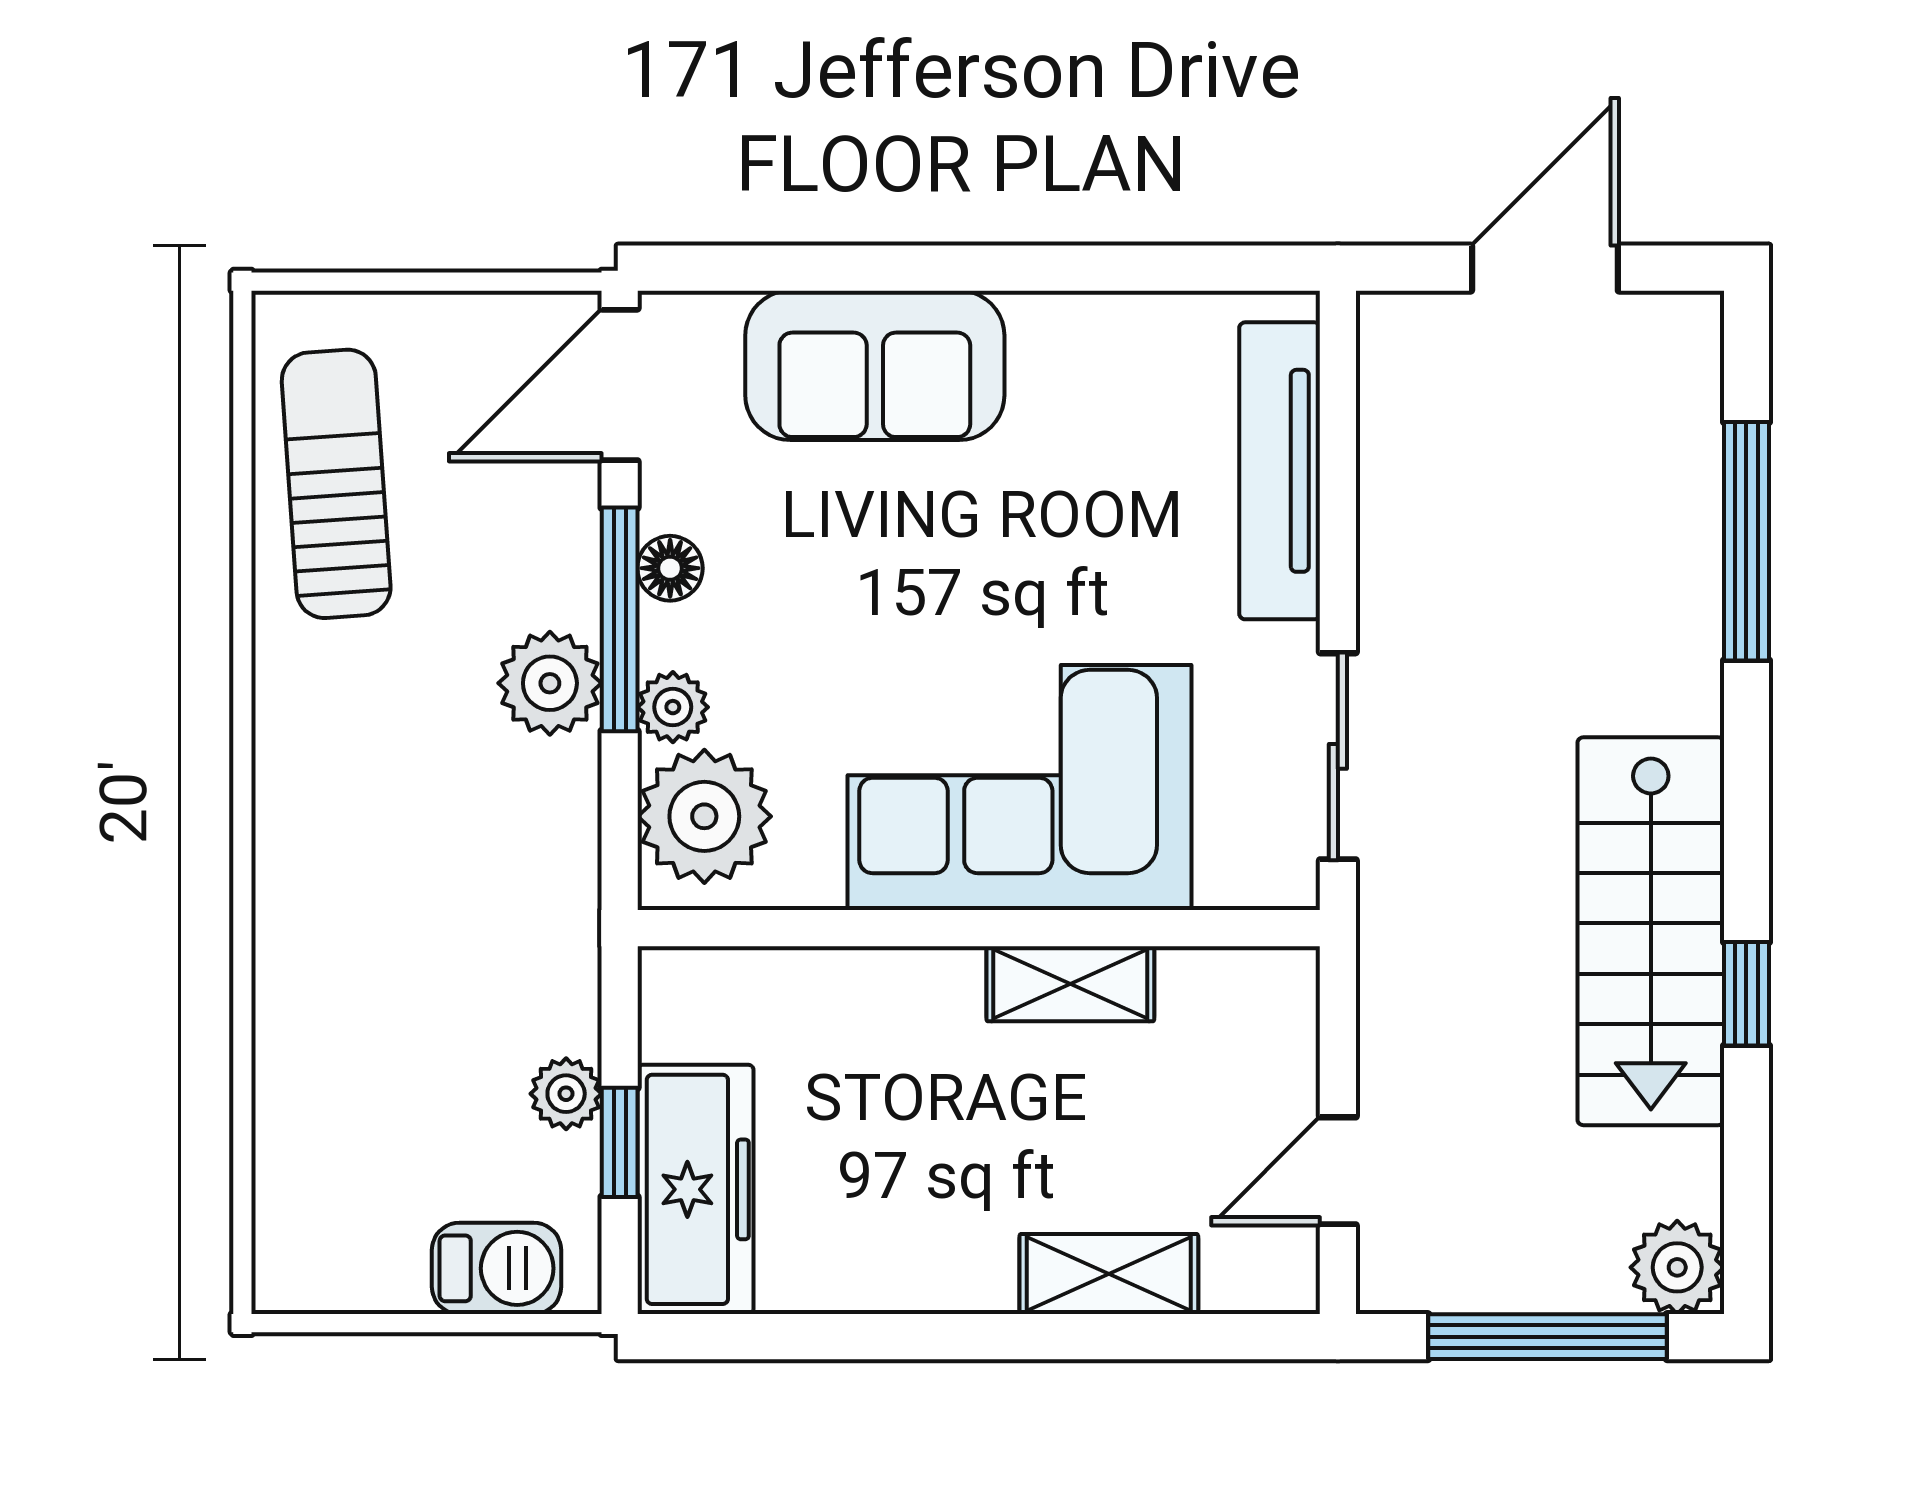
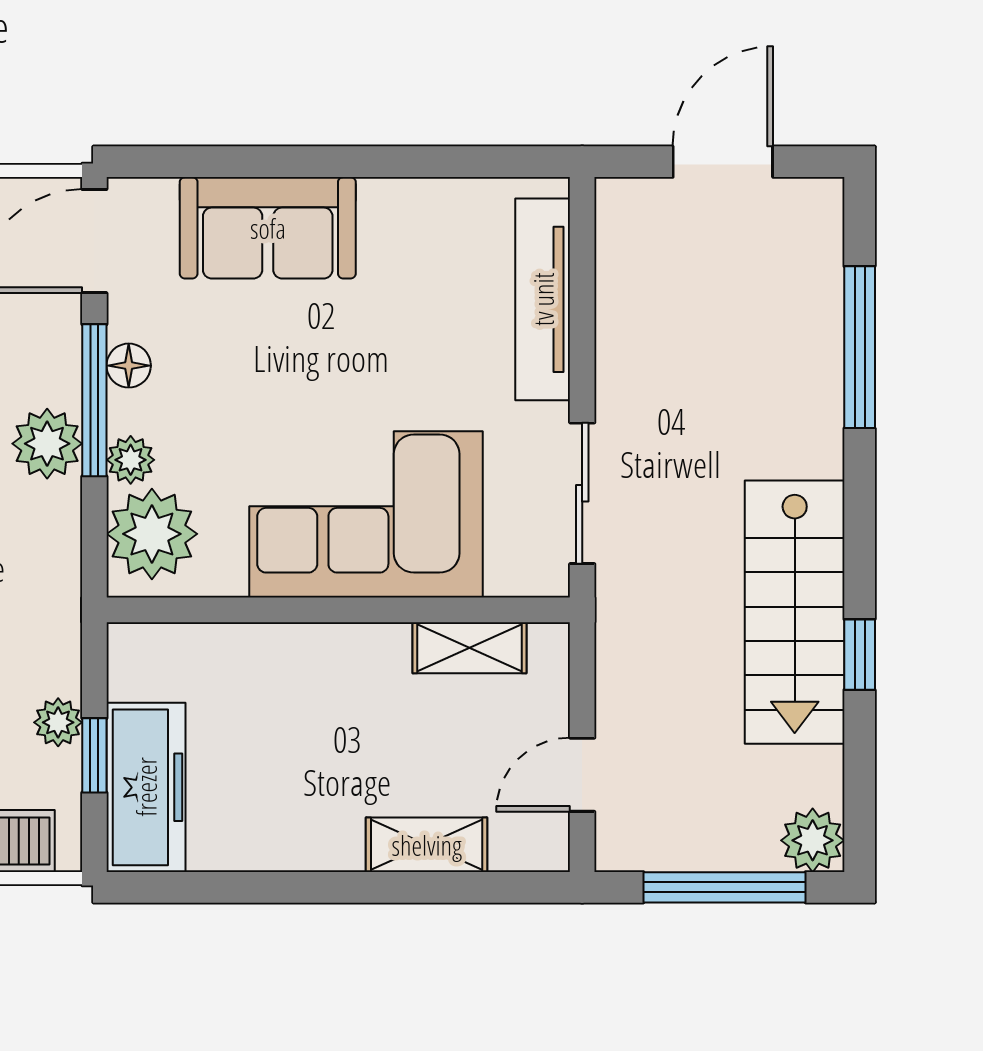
shelving: (1070, 984) -> (469, 648), moved

